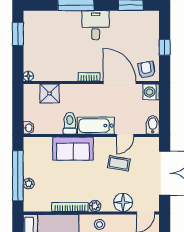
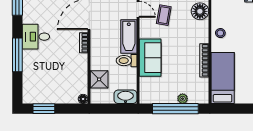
washbasin: (28, 128) -> (125, 97), width x1.91, depth x1.45
plant: (95, 206) -> (203, 37), removed

